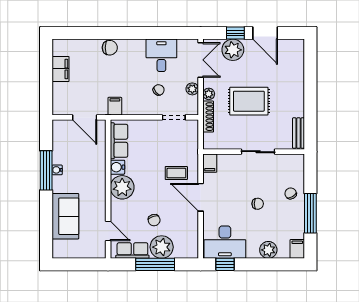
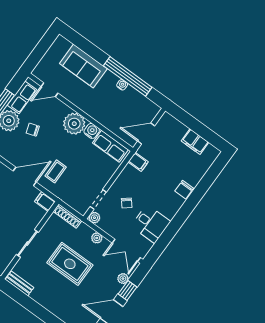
plant: (233, 50) -> (123, 279), width x0.53, depth x0.53
plant: (192, 89) -> (94, 218), moved
rug: (249, 101) -> (70, 264), turned 90
shoe rack: (208, 117) -> (68, 216), moved
window: (46, 170) -> (128, 76), width x1.46

